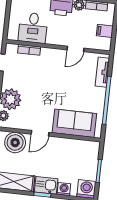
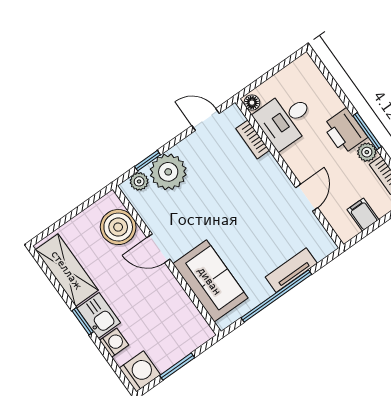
floor lamp: (13, 36) -> (252, 103), added
door: (75, 49) -> (307, 198), swing flipped
tv unit: (102, 72) -> (291, 270), moved

